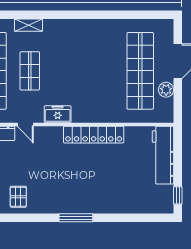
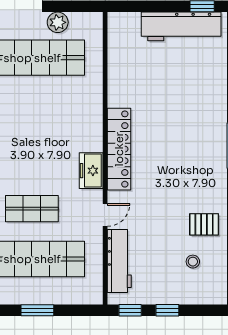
locker: (94, 135) -> (119, 149), moved
workbench: (163, 155) -> (181, 26), moved

